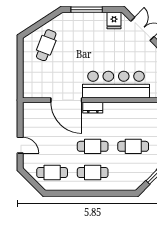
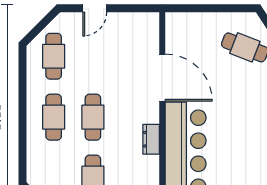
door: (66, 100) -> (162, 78), swing flipped
dresser: (93, 108) -> (151, 139), moved

